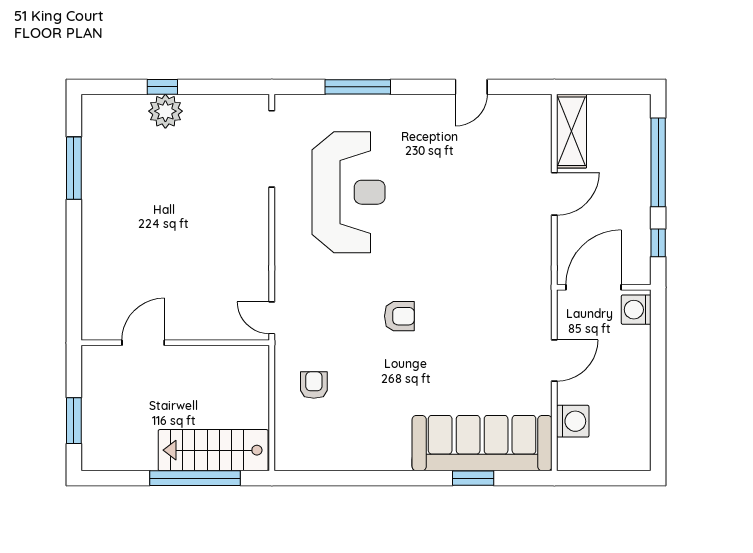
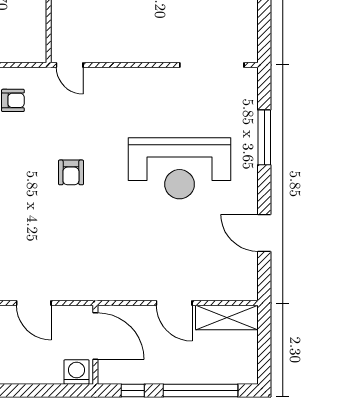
door: (471, 87) -> (264, 233), width x1.38
reception desk: (349, 192) -> (180, 168), moved
door: (272, 318) -> (70, 65), swing flipped

